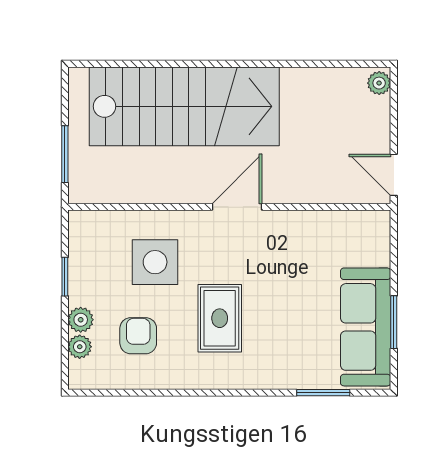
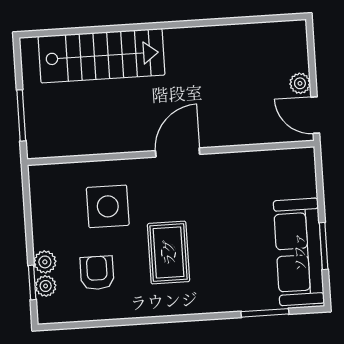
plant: (379, 83) -> (300, 83), moved
stairs: (184, 106) -> (101, 56), width x0.73, depth x0.66
window: (65, 277) -> (32, 283), moved

